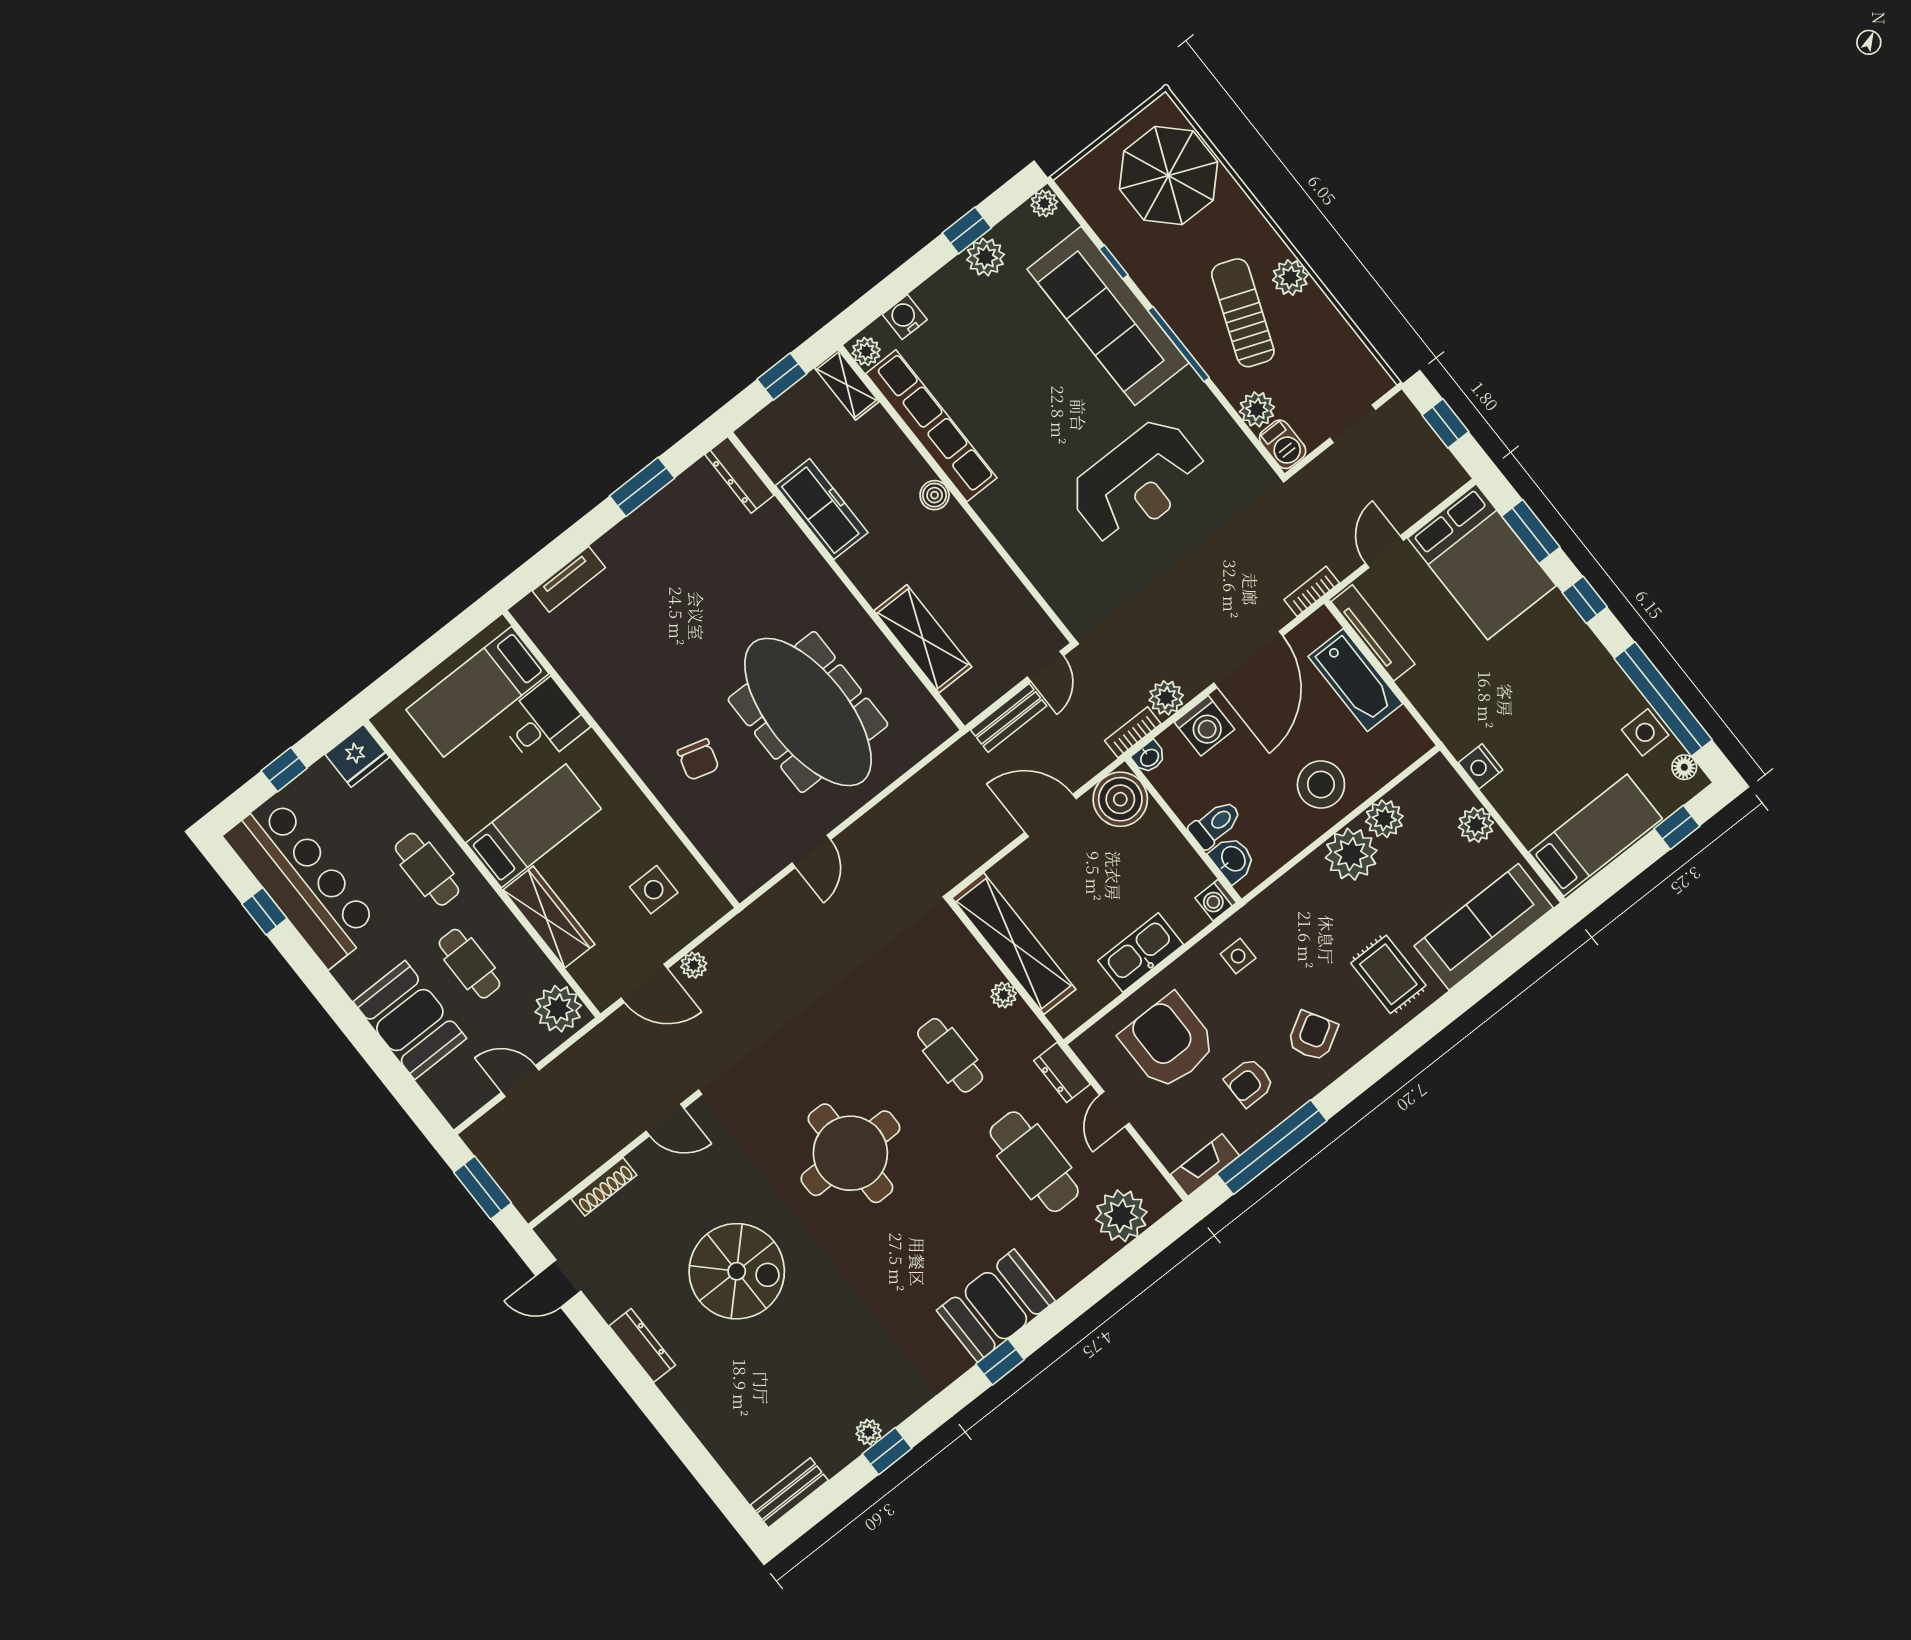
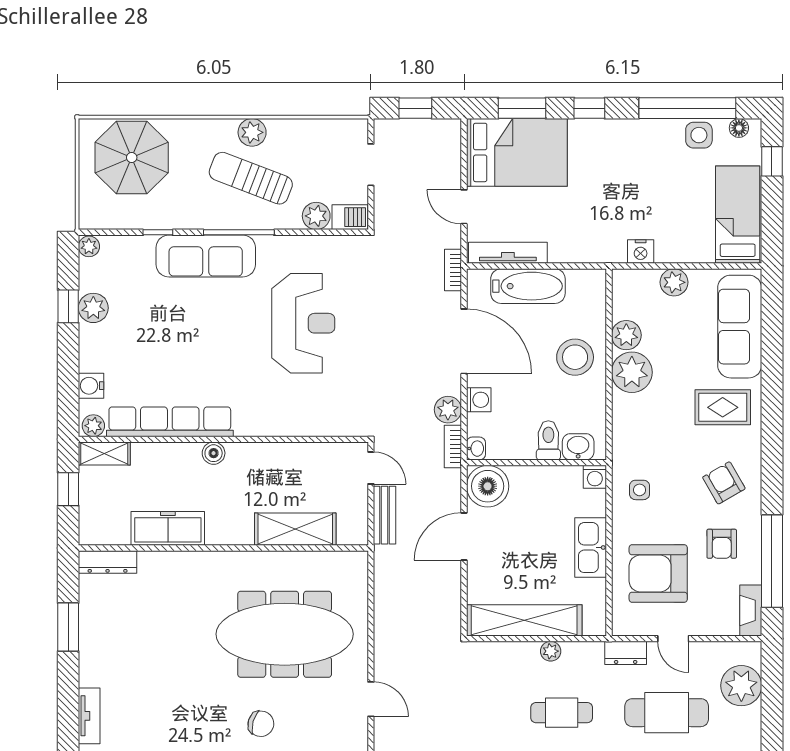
sofa: (1108, 316) -> (206, 256), width x0.74, depth x0.79
washing machine: (1204, 726) -> (479, 400), width x0.73, depth x0.73

